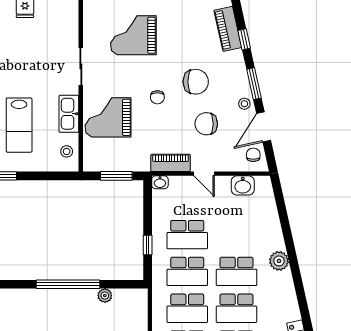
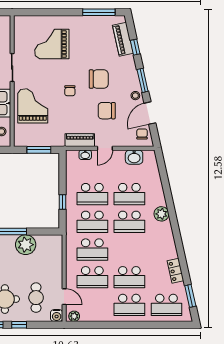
grand piano: (108, 117) -> (33, 106), turned 90
door: (204, 174) -> (105, 148), hinge flipped
washbasin: (160, 182) -> (85, 155), moved
plant: (105, 296) -> (26, 245), width x1.87, depth x1.87
school desk: (236, 308) -> (129, 194), moved

